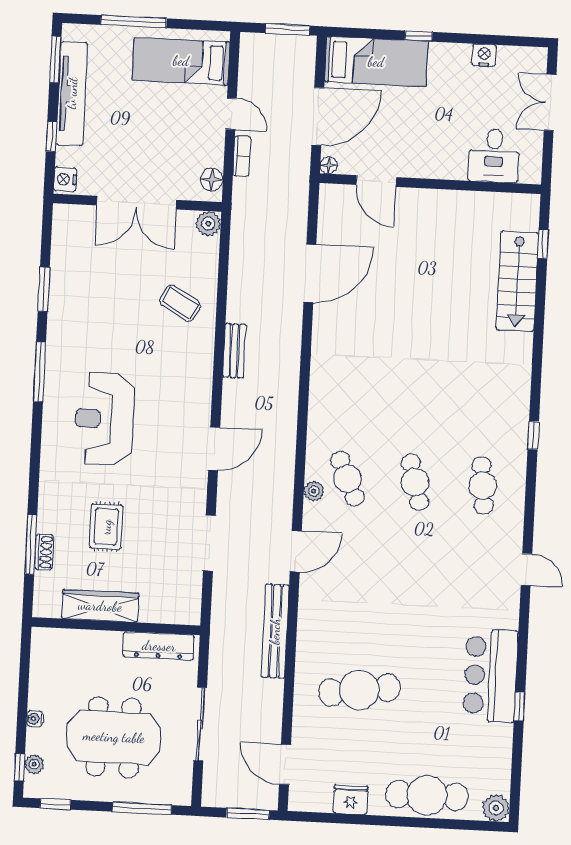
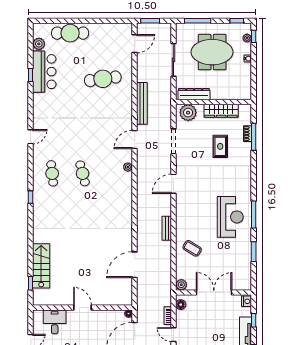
door: (376, 181) -> (82, 308), moved
reception desk: (105, 419) -> (230, 217), moved
cafe table: (347, 479) -> (113, 173), removed
door: (526, 569) -> (31, 137), swing flipped
plant: (174, 605) -> (188, 113), added
bar counter: (491, 676) -> (44, 72), moved
door: (285, 765) -> (135, 44), hinge flipped
fridge: (351, 800) -> (104, 29), removed
plant: (496, 808) -> (39, 44), moved

